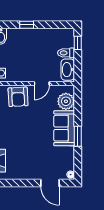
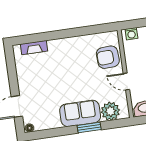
window: (78, 136) -> (89, 128), moved

